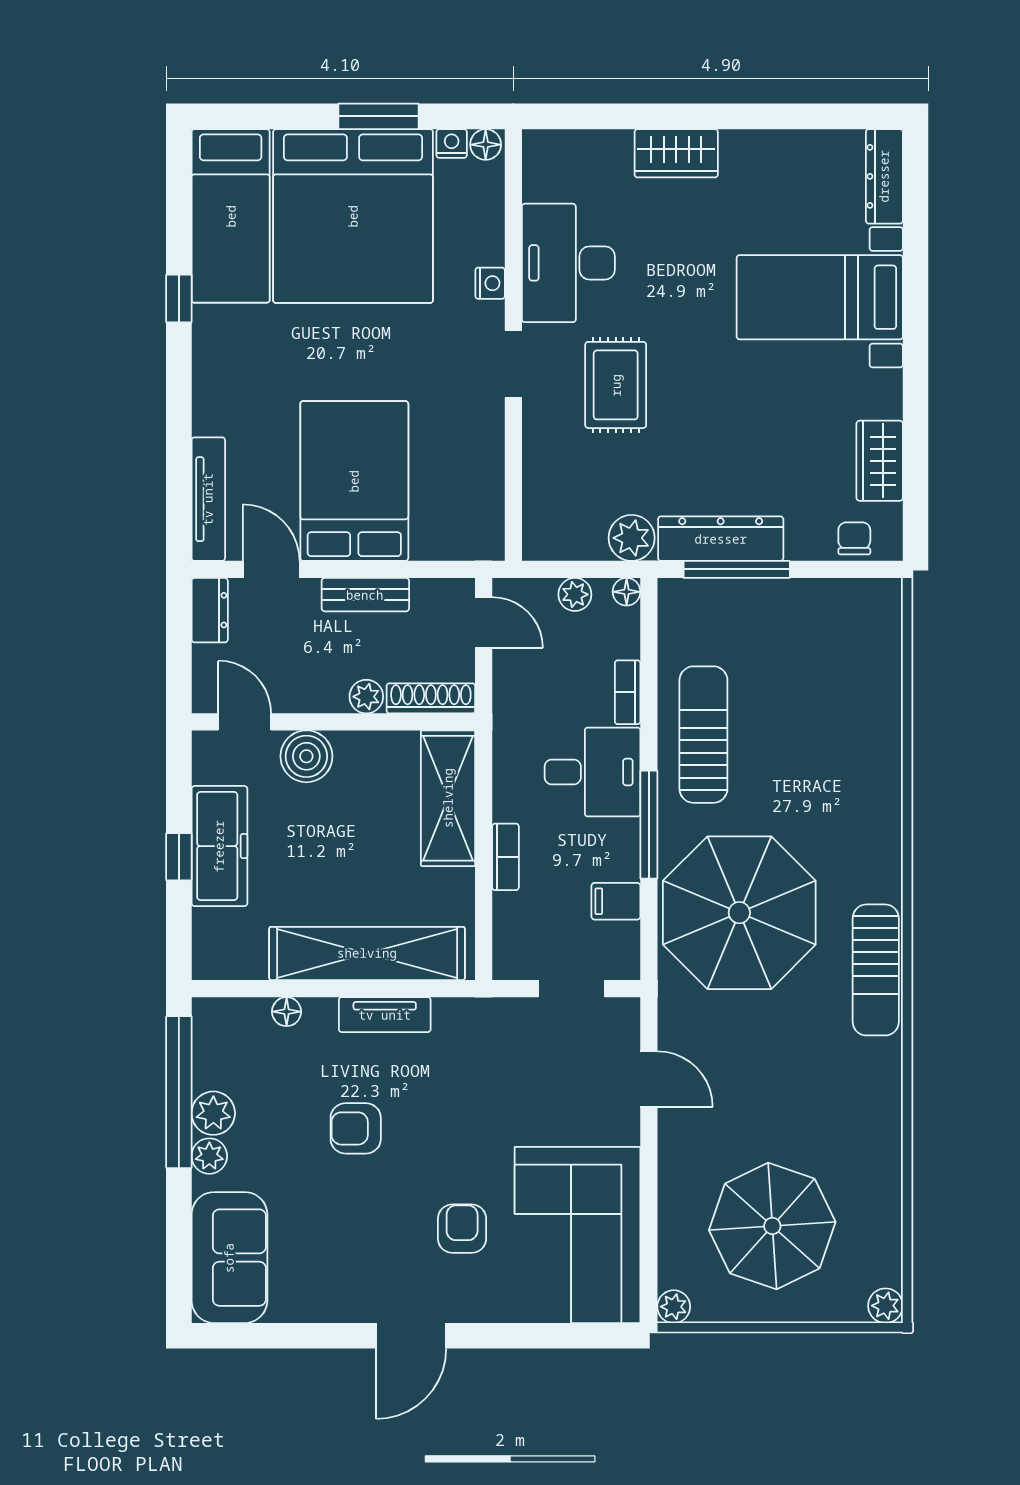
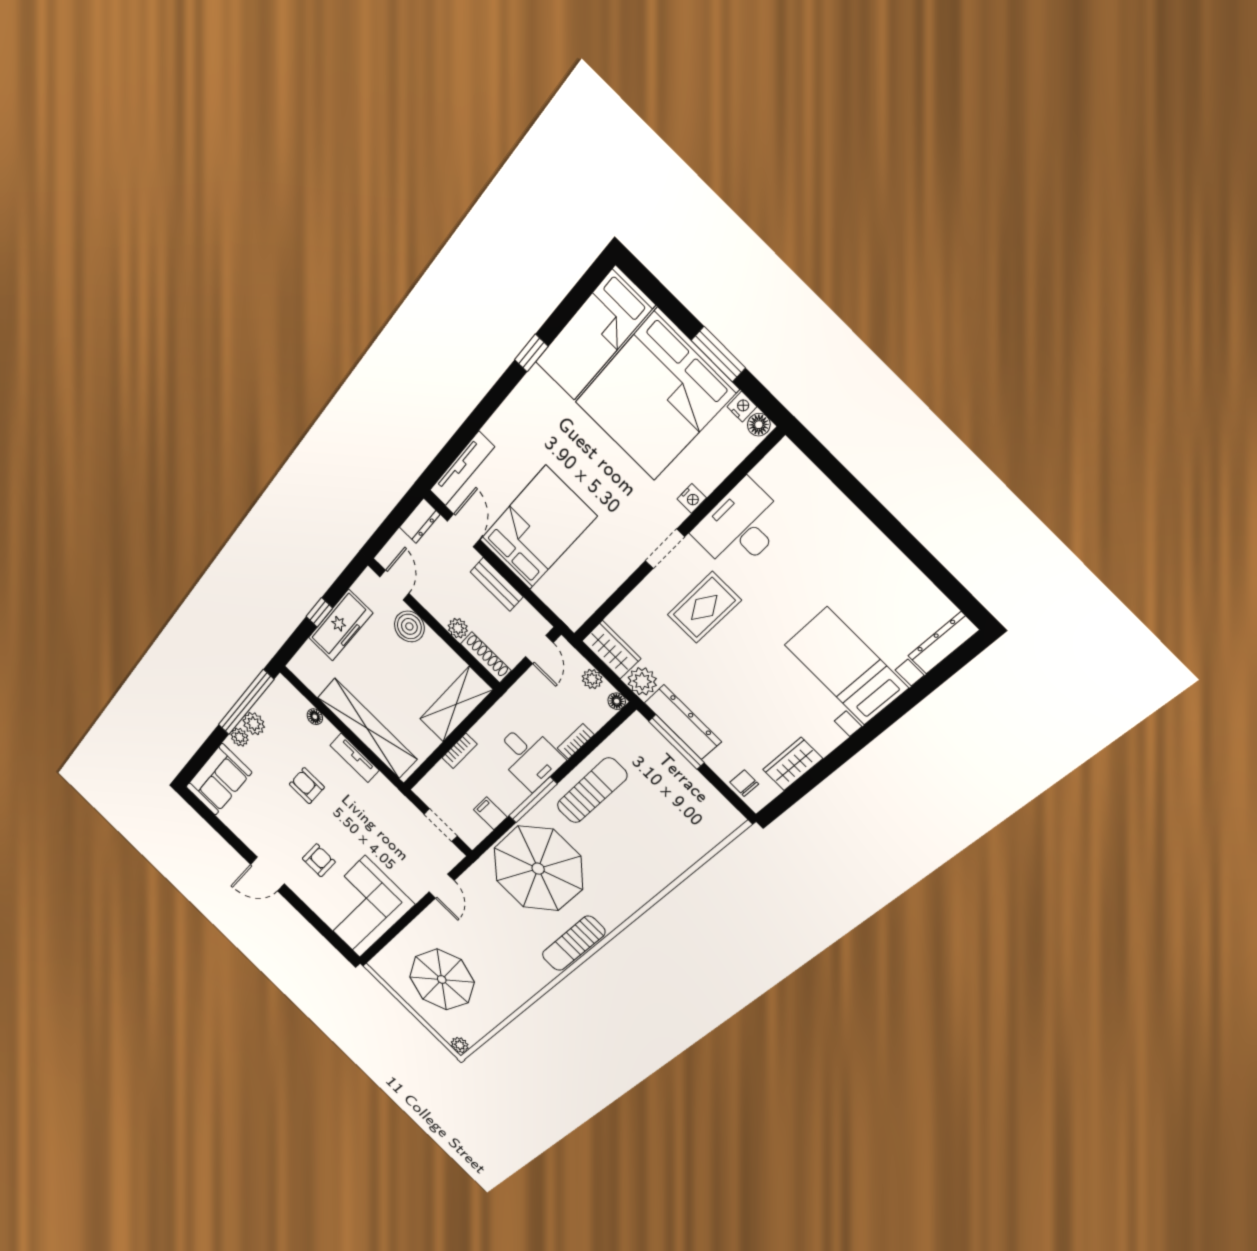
wardrobe: (676, 153) -> (611, 650), moved, turned 180
chair: (854, 538) -> (744, 783), turned -90
plant: (674, 1307) -> (378, 965), removed

